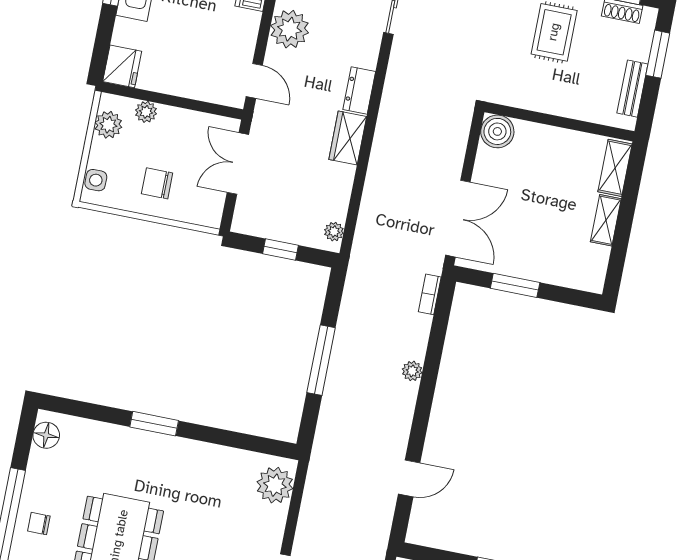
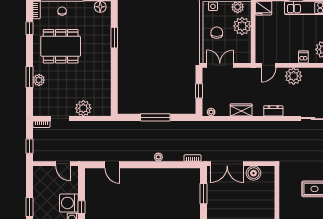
plant: (146, 112) -> (242, 26), width x1.88, depth x1.88
boiler: (497, 131) -> (254, 173), moved
wardrobe: (348, 138) -> (241, 110), moved
double door: (238, 163) -> (220, 65), moved
window: (154, 424) -> (114, 38), moved
plant: (275, 485) -> (83, 108), moved

